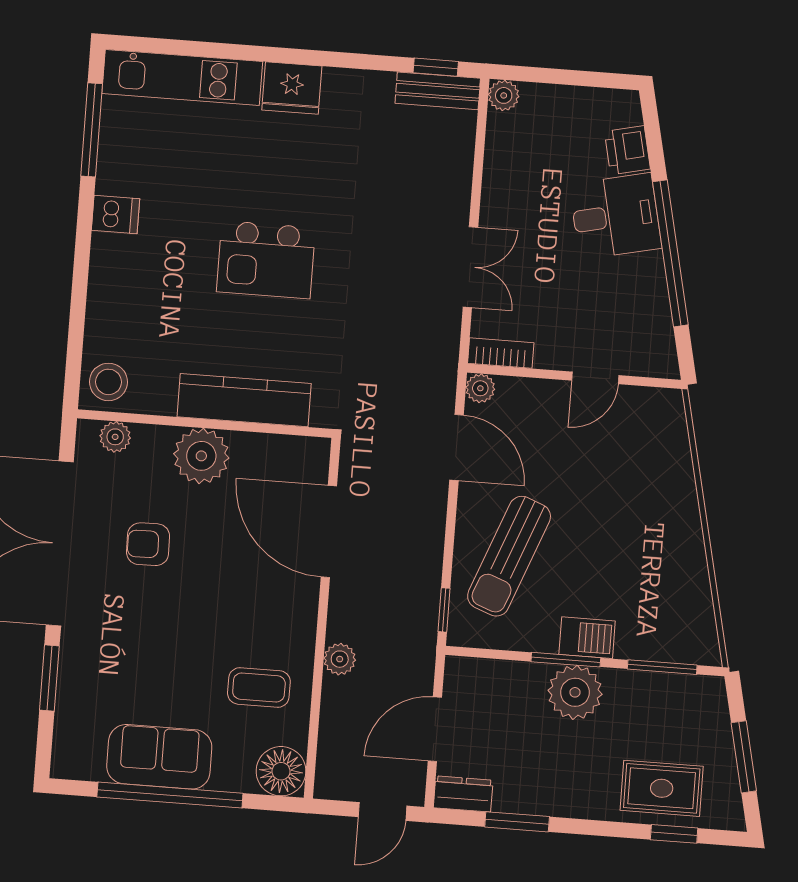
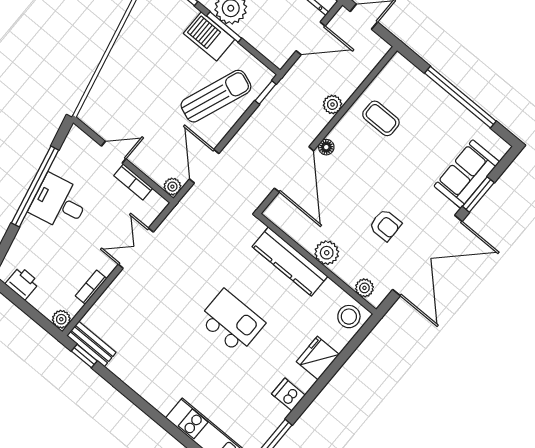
fridge: (292, 88) -> (318, 358), moved, turned -90
printer: (627, 150) -> (22, 283), moved, turned -77
bookcase: (494, 169) -> (91, 287), added
desk: (615, 216) -> (59, 203), moved
bookcase: (501, 353) -> (133, 182), moved
plant: (201, 456) -> (327, 253), width x0.73, depth x0.73
barbecue: (587, 638) -> (209, 36), width x1.38, depth x1.27
sofa: (159, 757) -> (467, 174), moved, turned 90
floor lamp: (281, 771) -> (326, 147), moved, width x0.53, depth x0.53

